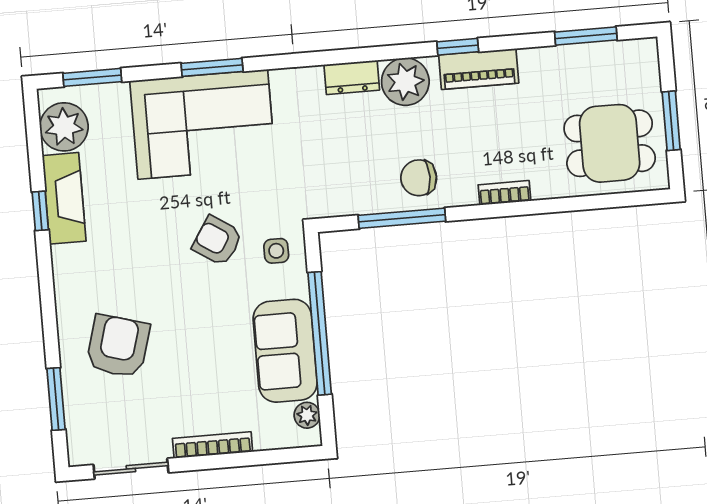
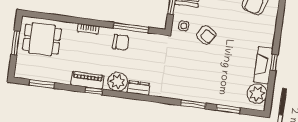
window: (92, 77) -> (228, 109), moved
corner sofa: (203, 124) -> (202, 82), removed

